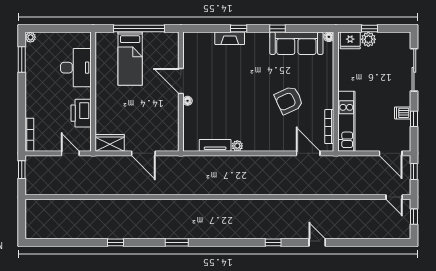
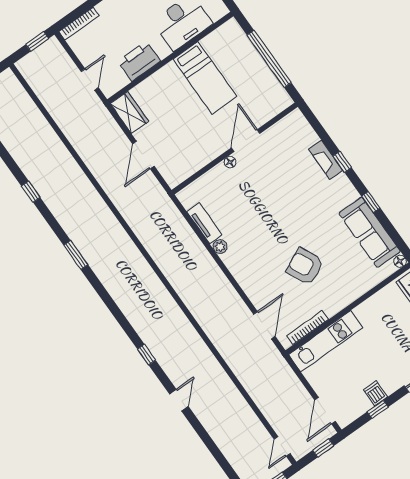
bed: (130, 59) -> (205, 78), moved, turned -90

